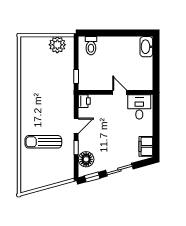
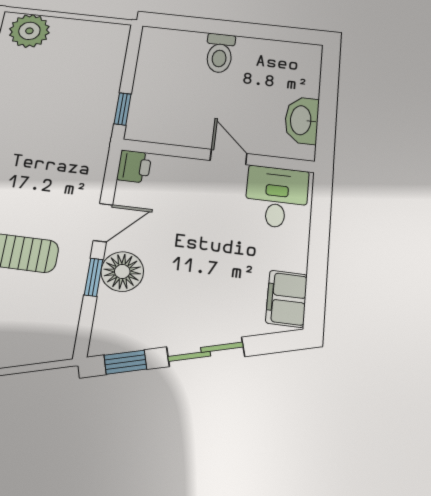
plant: (57, 45) -> (29, 31), moved
toilet: (91, 46) -> (220, 53), moved
washbasin: (146, 47) -> (302, 120), moved
floor lamp: (86, 159) -> (122, 271), moved

